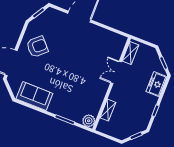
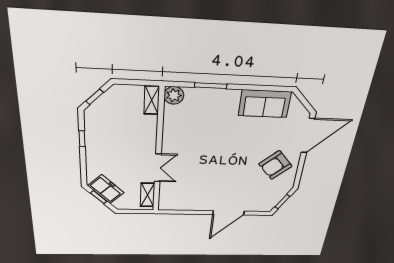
freezer: (156, 84) -> (106, 189), moved, turned -45
shelving: (108, 110) -> (152, 100), moved

